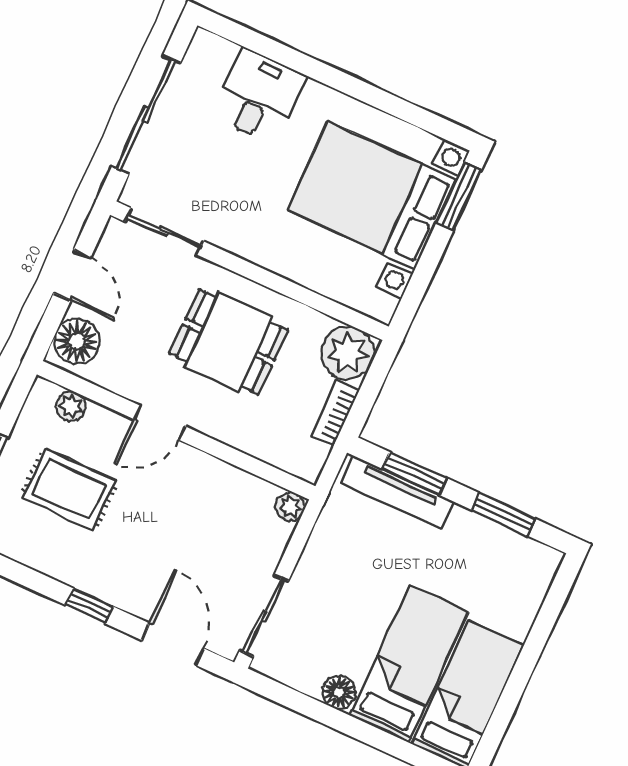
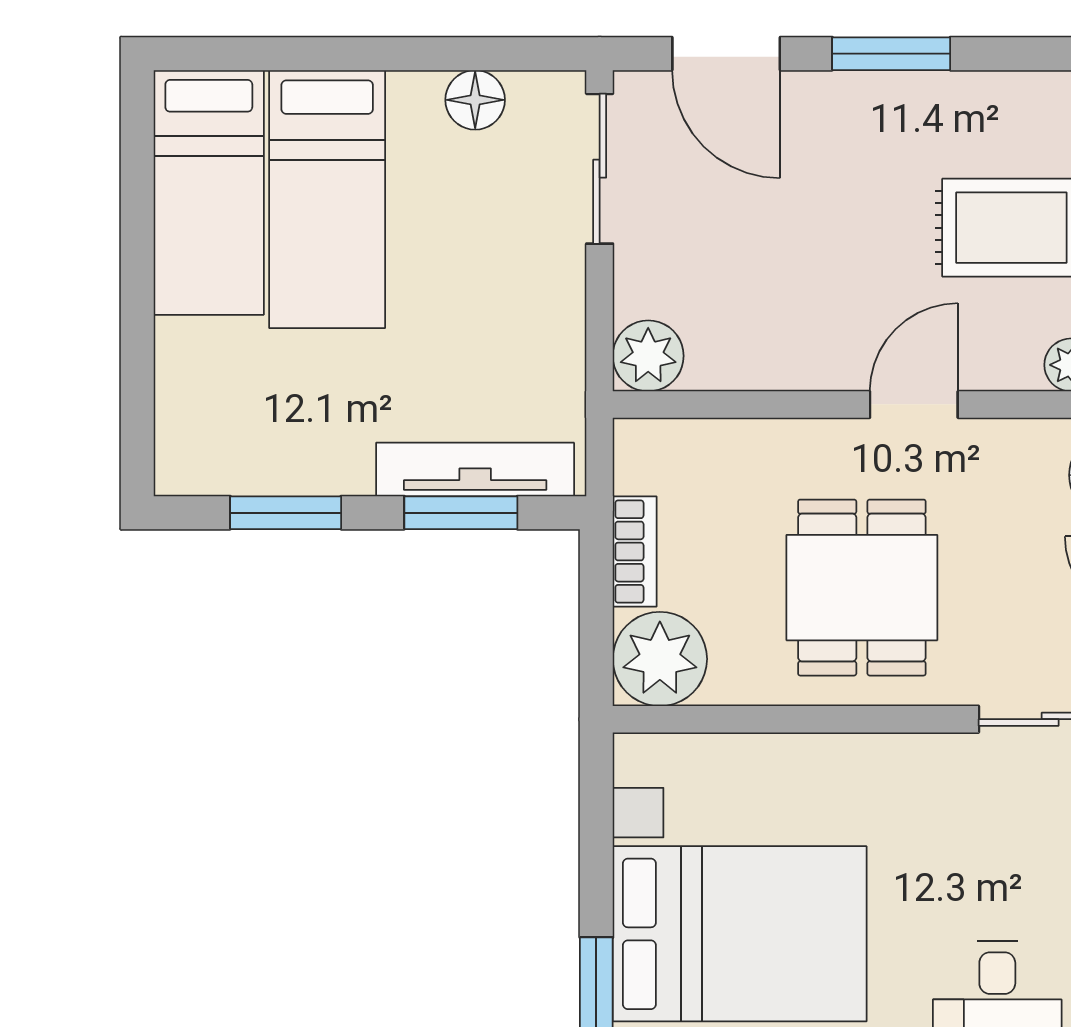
dining table: (229, 342) -> (862, 588), turned 90
plant: (290, 507) -> (648, 356), width x1.38, depth x1.38
window: (89, 606) -> (891, 54), width x1.50
floor lamp: (339, 692) -> (475, 100), moved

